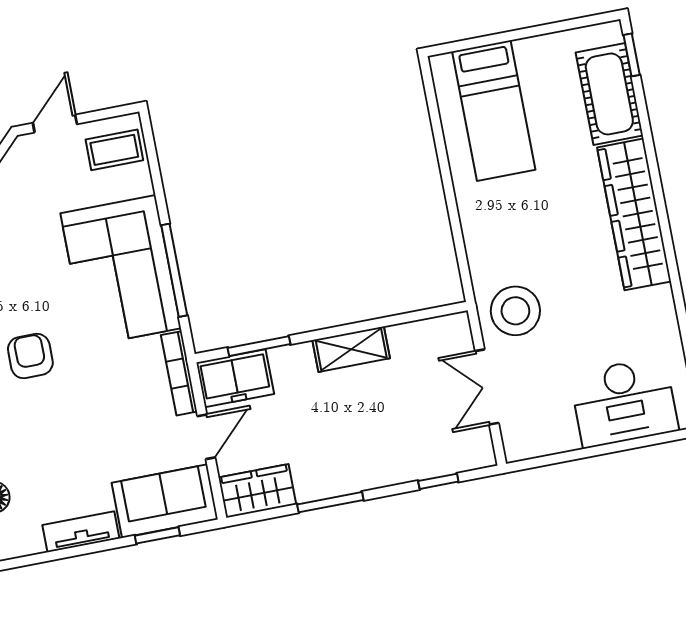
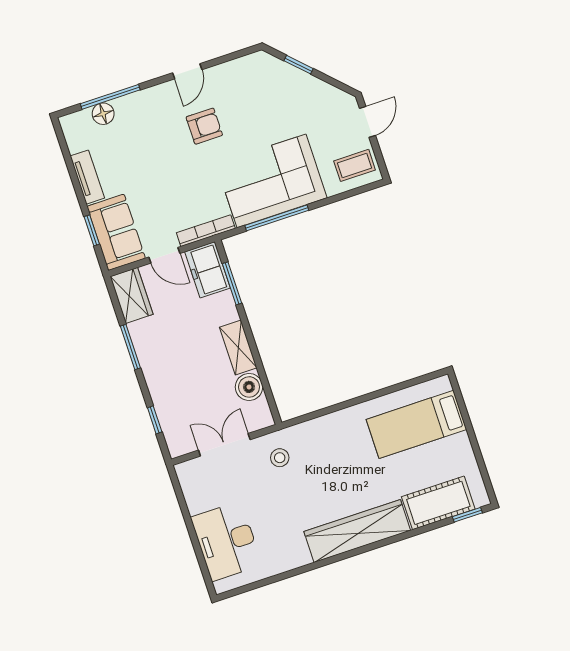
door: (55, 124) -> (367, 122), hinge flipped
coffee table: (114, 150) -> (355, 165), turned 90
stool: (515, 311) -> (280, 458), width x0.53, depth x0.53
boiler: (409, 341) -> (249, 387), added

